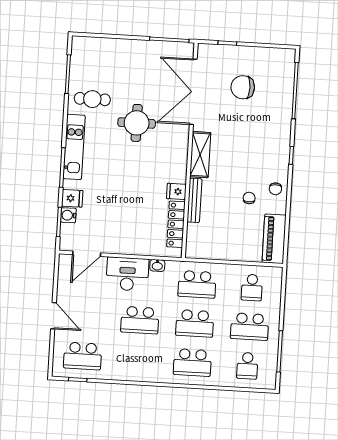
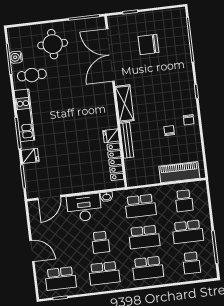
round table: (137, 123) -> (53, 44), moved
water cooler: (68, 215) -> (16, 57), moved
piano: (274, 239) -> (179, 172), moved, turned 90
school desk: (140, 320) -> (101, 242), width x0.54
school desk: (137, 359) -> (104, 273), added

